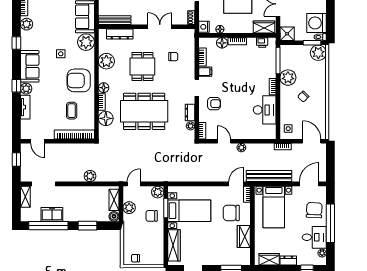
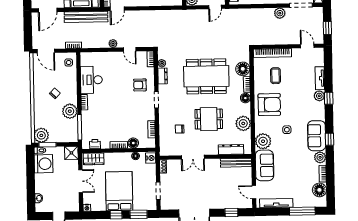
sofa: (30, 66) -> (317, 136), moved
dining table: (142, 67) -> (209, 119), turned 90
filing cabinet: (205, 72) -> (149, 115), removed
plant: (90, 176) -> (280, 13), moved

